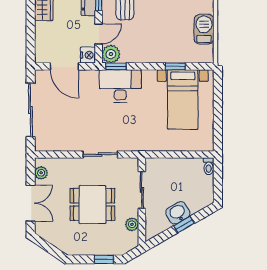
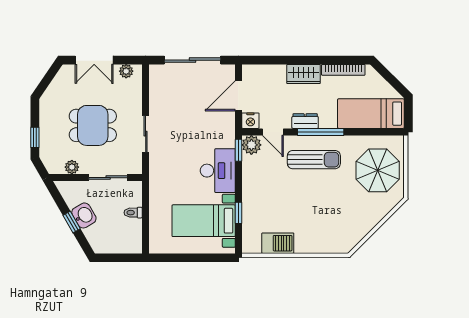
desk: (120, 86) -> (218, 171), moved
toilet: (209, 166) -> (133, 213), moved
dining table: (92, 204) -> (93, 125), turned 90

